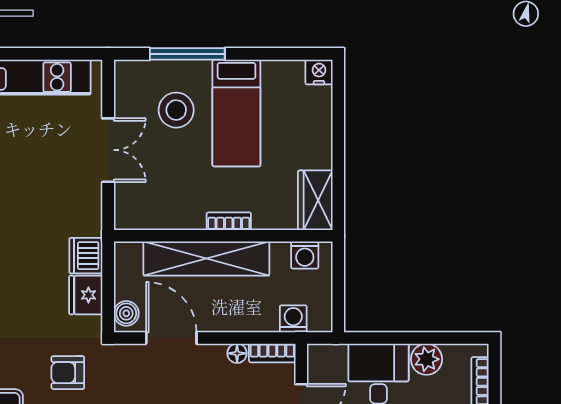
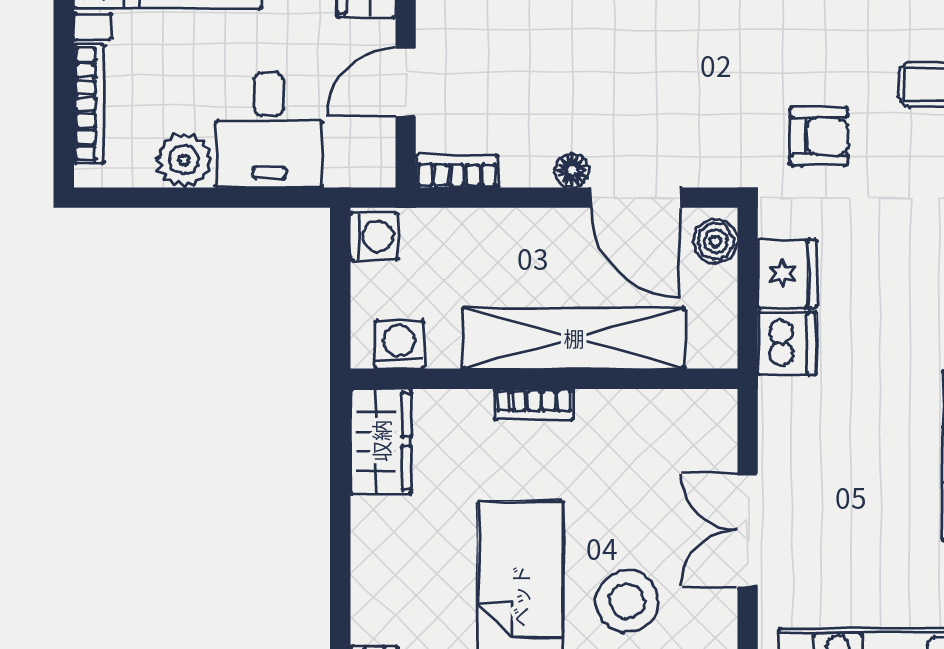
washing machine: (293, 319) -> (374, 236), moved, turned -90
floor lamp: (237, 353) -> (572, 170), moved

